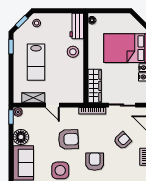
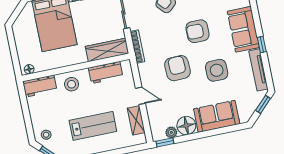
workbench: (77, 81) -> (106, 73), added
door: (52, 105) -> (140, 96), hinge flipped
plant: (18, 112) -> (171, 132), moved

